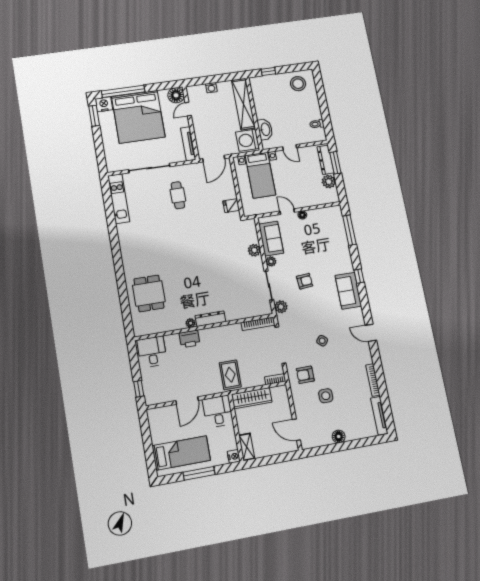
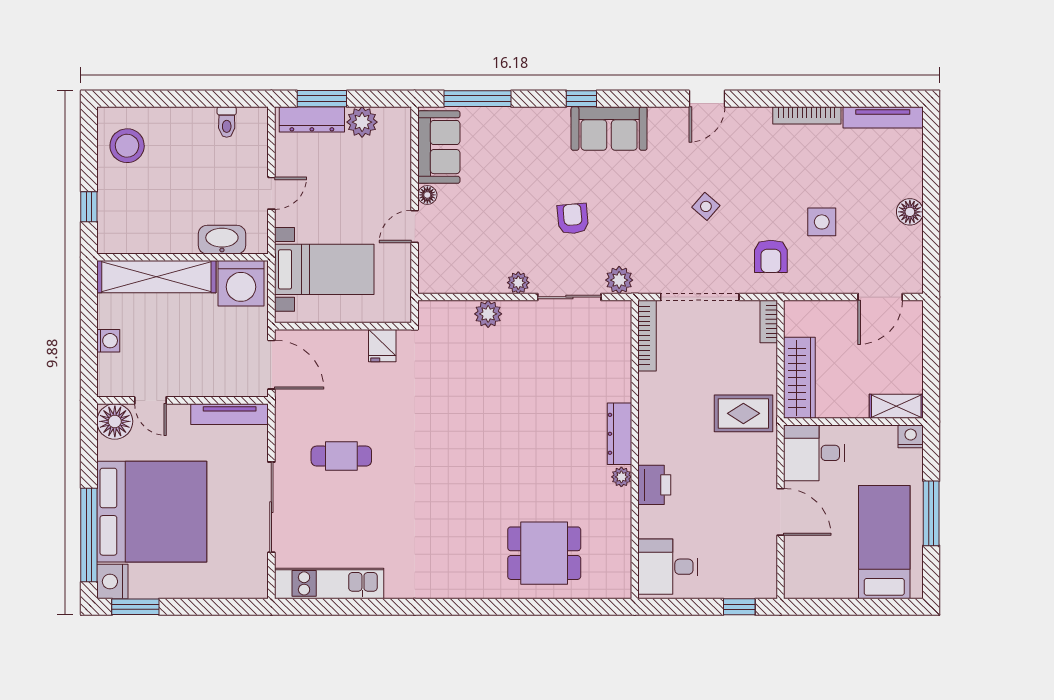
sofa: (271, 239) -> (439, 147), moved, turned 90

